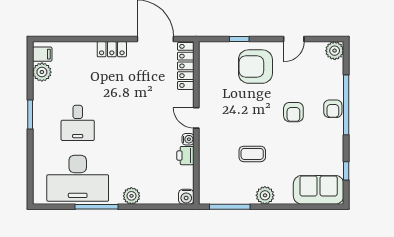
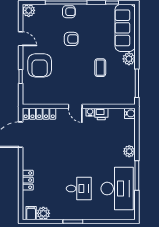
locker: (112, 49) -> (28, 180), moved
door: (196, 118) -> (75, 106), hinge flipped
sofa: (319, 190) -> (125, 28), width x1.36

